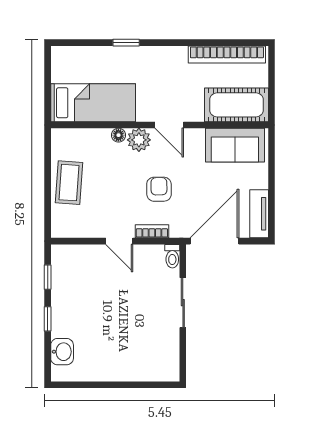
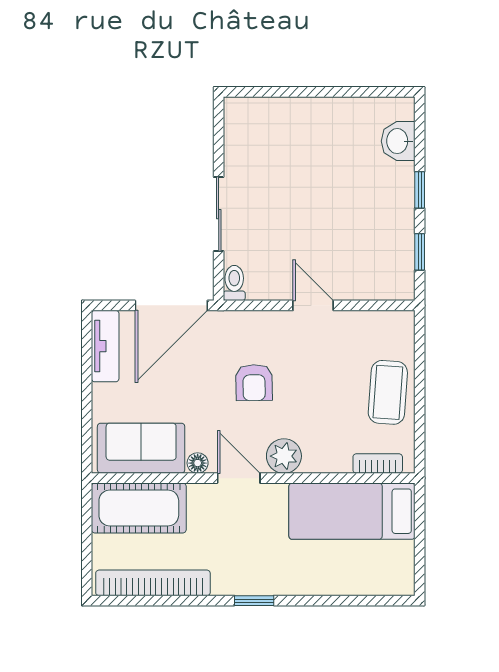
window: (126, 43) -> (254, 601), moved
floor lamp: (118, 135) -> (198, 463), moved
bookcase: (152, 231) -> (378, 464), moved, turned 180

